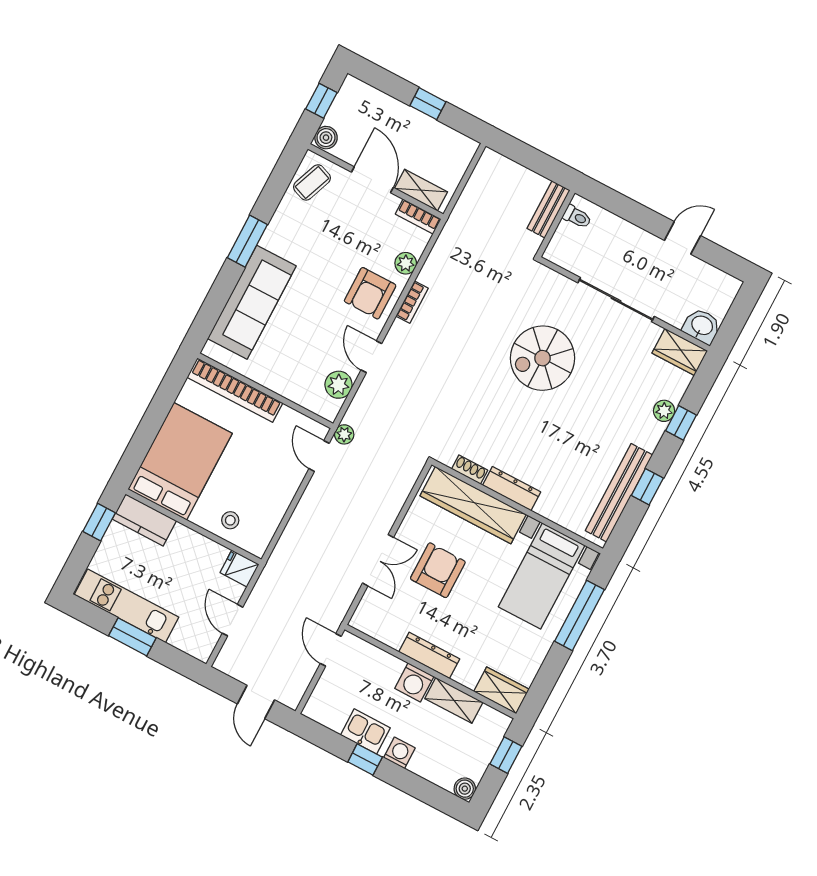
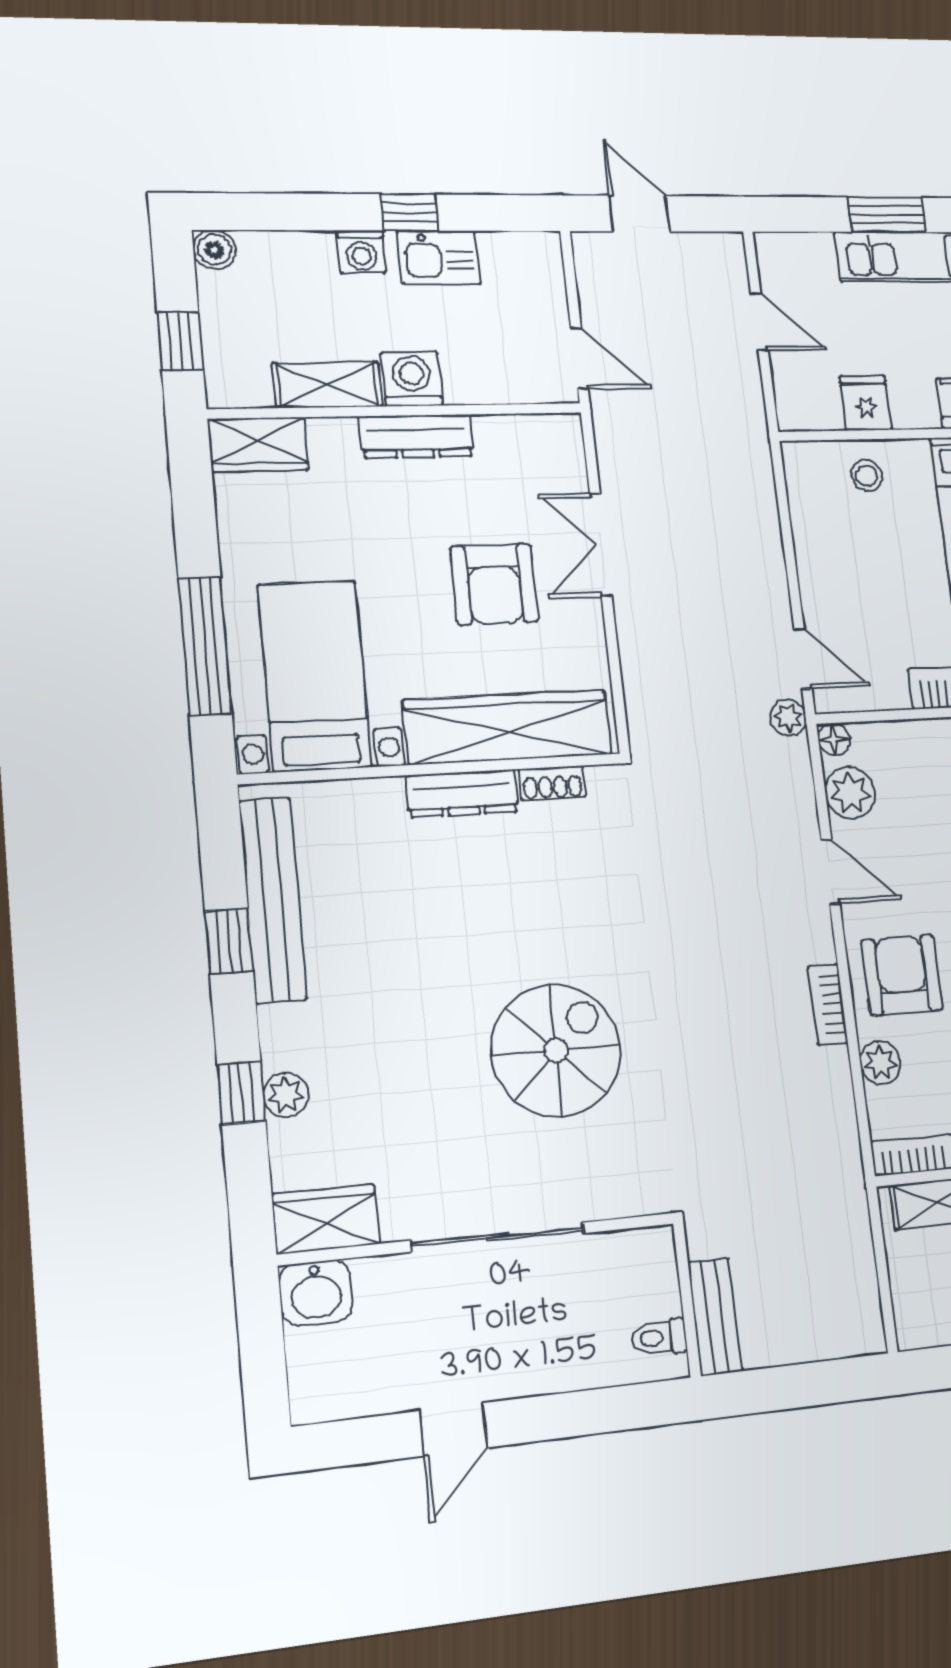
floor lamp: (330, 412) -> (834, 739), added
fridge: (240, 568) -> (866, 403), moved, turned -90

